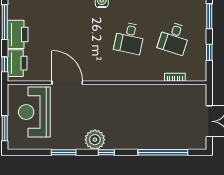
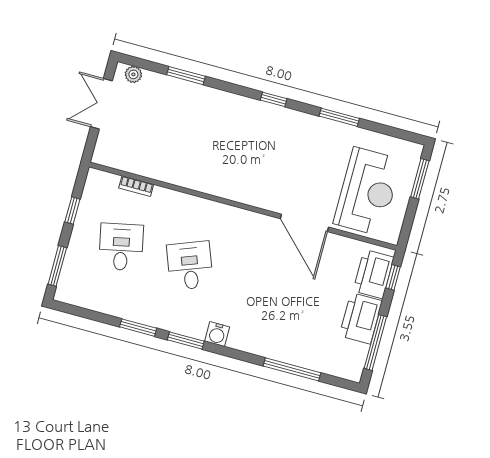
desk: (129, 38) -> (190, 266), turned -33
desk: (174, 38) -> (121, 247), turned -30
plant: (95, 140) -> (133, 74), moved, width x0.53, depth x0.53
window: (163, 152) -> (186, 76), width x0.47

